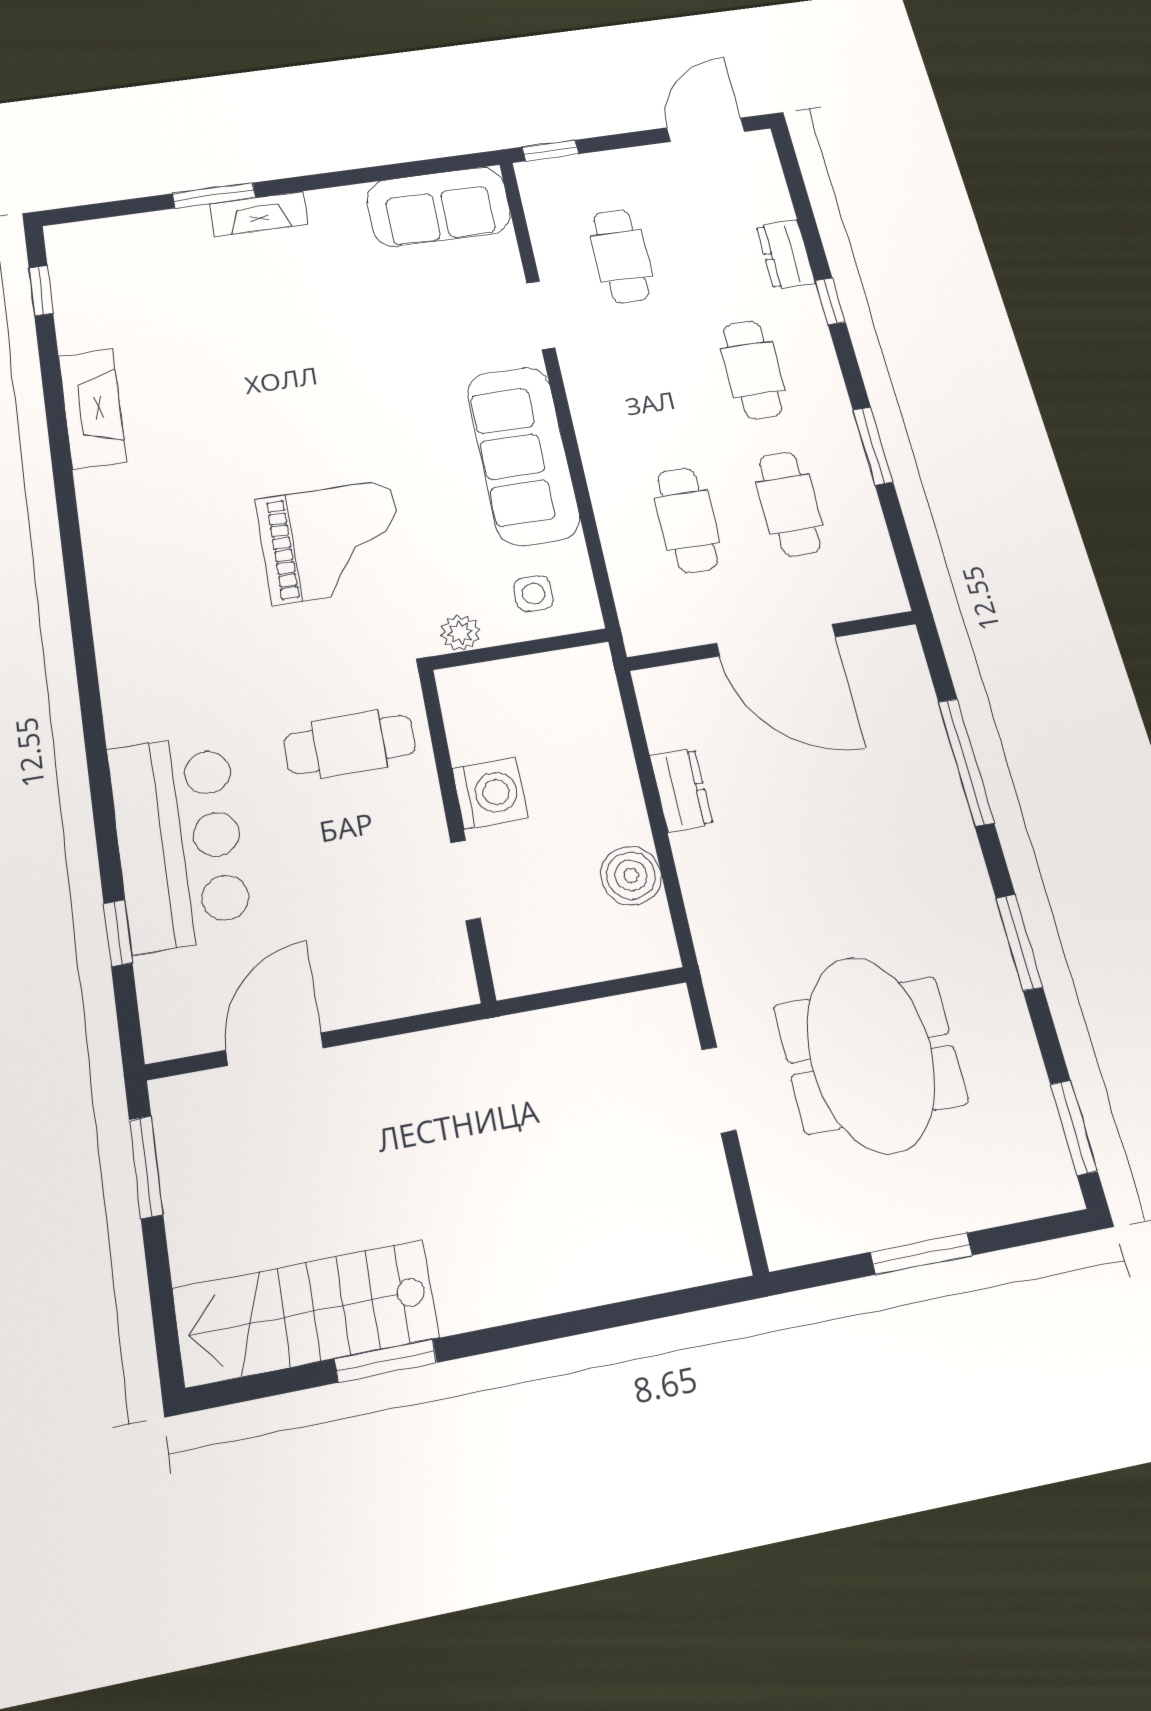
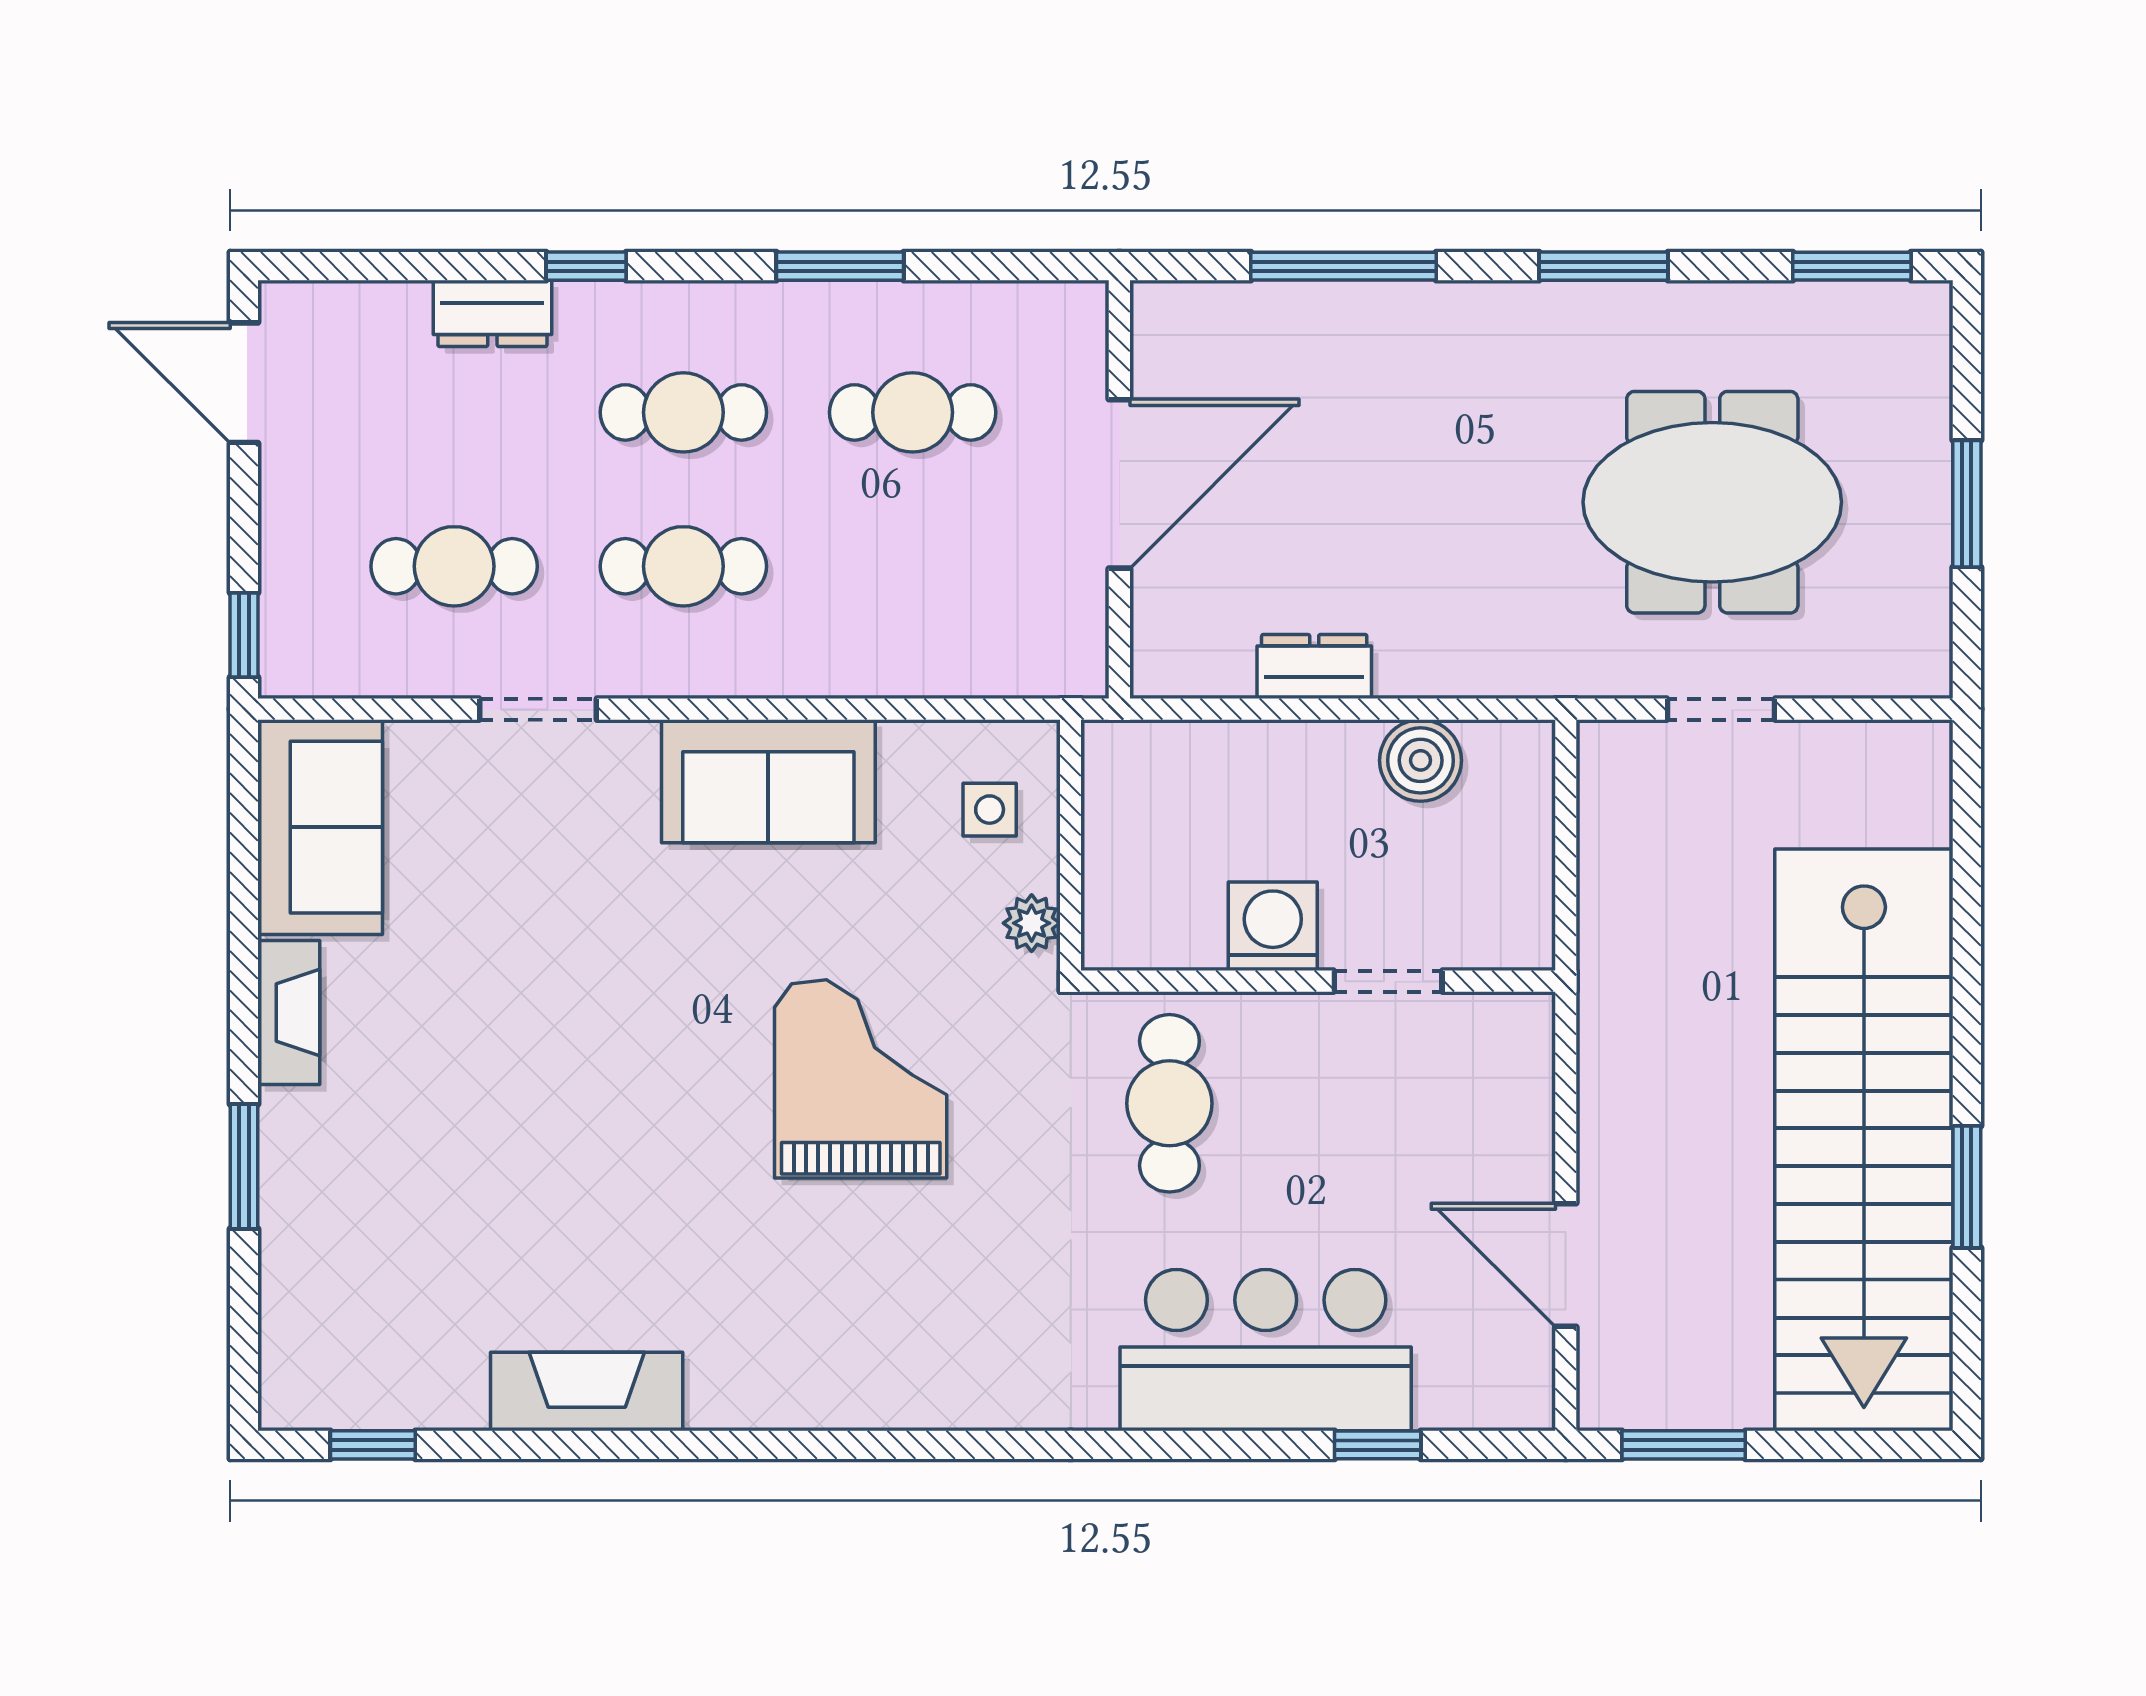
fireplace: (259, 214) -> (289, 1012), moved
sofa: (523, 455) -> (768, 781), width x0.73
cafe table: (687, 520) -> (683, 566), moved
stairs: (305, 1313) -> (1864, 1140), width x1.86, depth x1.51

